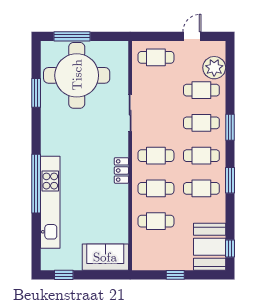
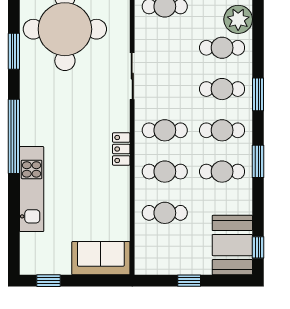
window: (36, 184) -> (14, 136), moved
kitchen unit: (50, 202) -> (32, 189), width x0.73

